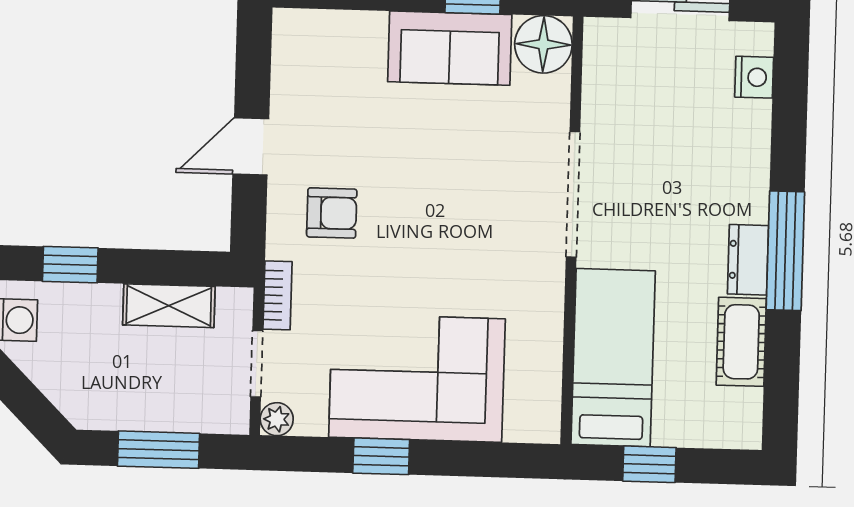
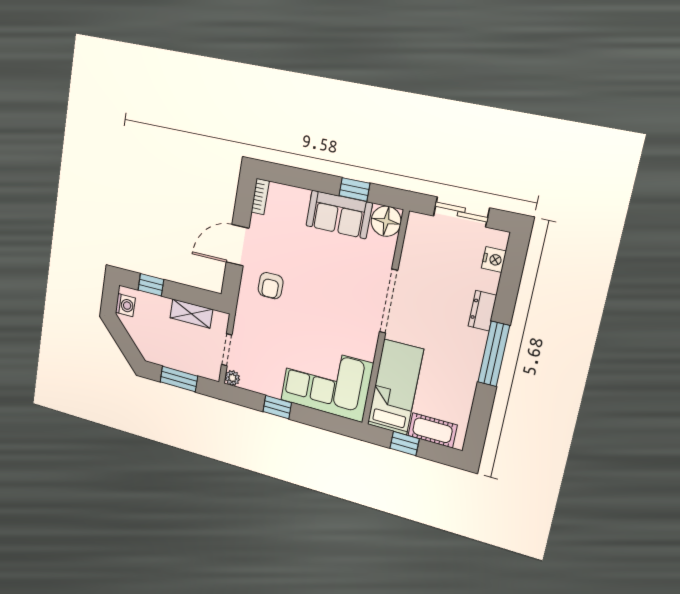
door: (251, 146) -> (238, 245), width x1.37
armchair: (332, 213) -> (271, 286), turned 90
dresser: (748, 260) -> (482, 311), moved
bookcase: (278, 295) -> (260, 197), moved
cot: (741, 342) -> (432, 430), moved, turned 90
corner sofa: (417, 378) -> (327, 382), moved

